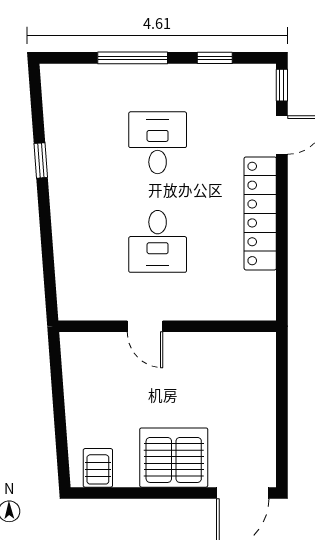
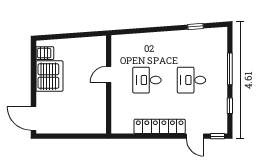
desk: (158, 143) -> (192, 80), turned 180
window: (41, 160) -> (195, 26), moved
server rack: (174, 458) -> (49, 76), moved

